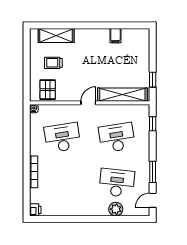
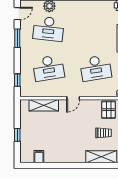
filing cabinet: (115, 36) -> (39, 157), moved
window: (153, 80) -> (17, 135), moved
shelving: (122, 95) -> (44, 105), width x0.68

